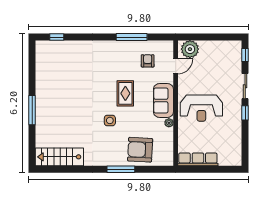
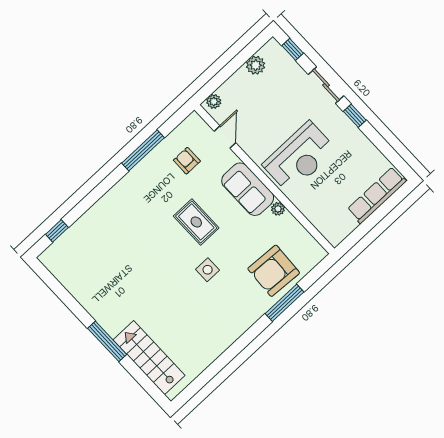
plant: (221, 46) -> (256, 65), added
plant: (190, 49) -> (214, 101), width x0.53, depth x0.53
stairs: (59, 157) -> (149, 358), moved, turned 90
row of seats: (198, 159) -> (377, 195), moved
window: (121, 169) -> (285, 303), moved

